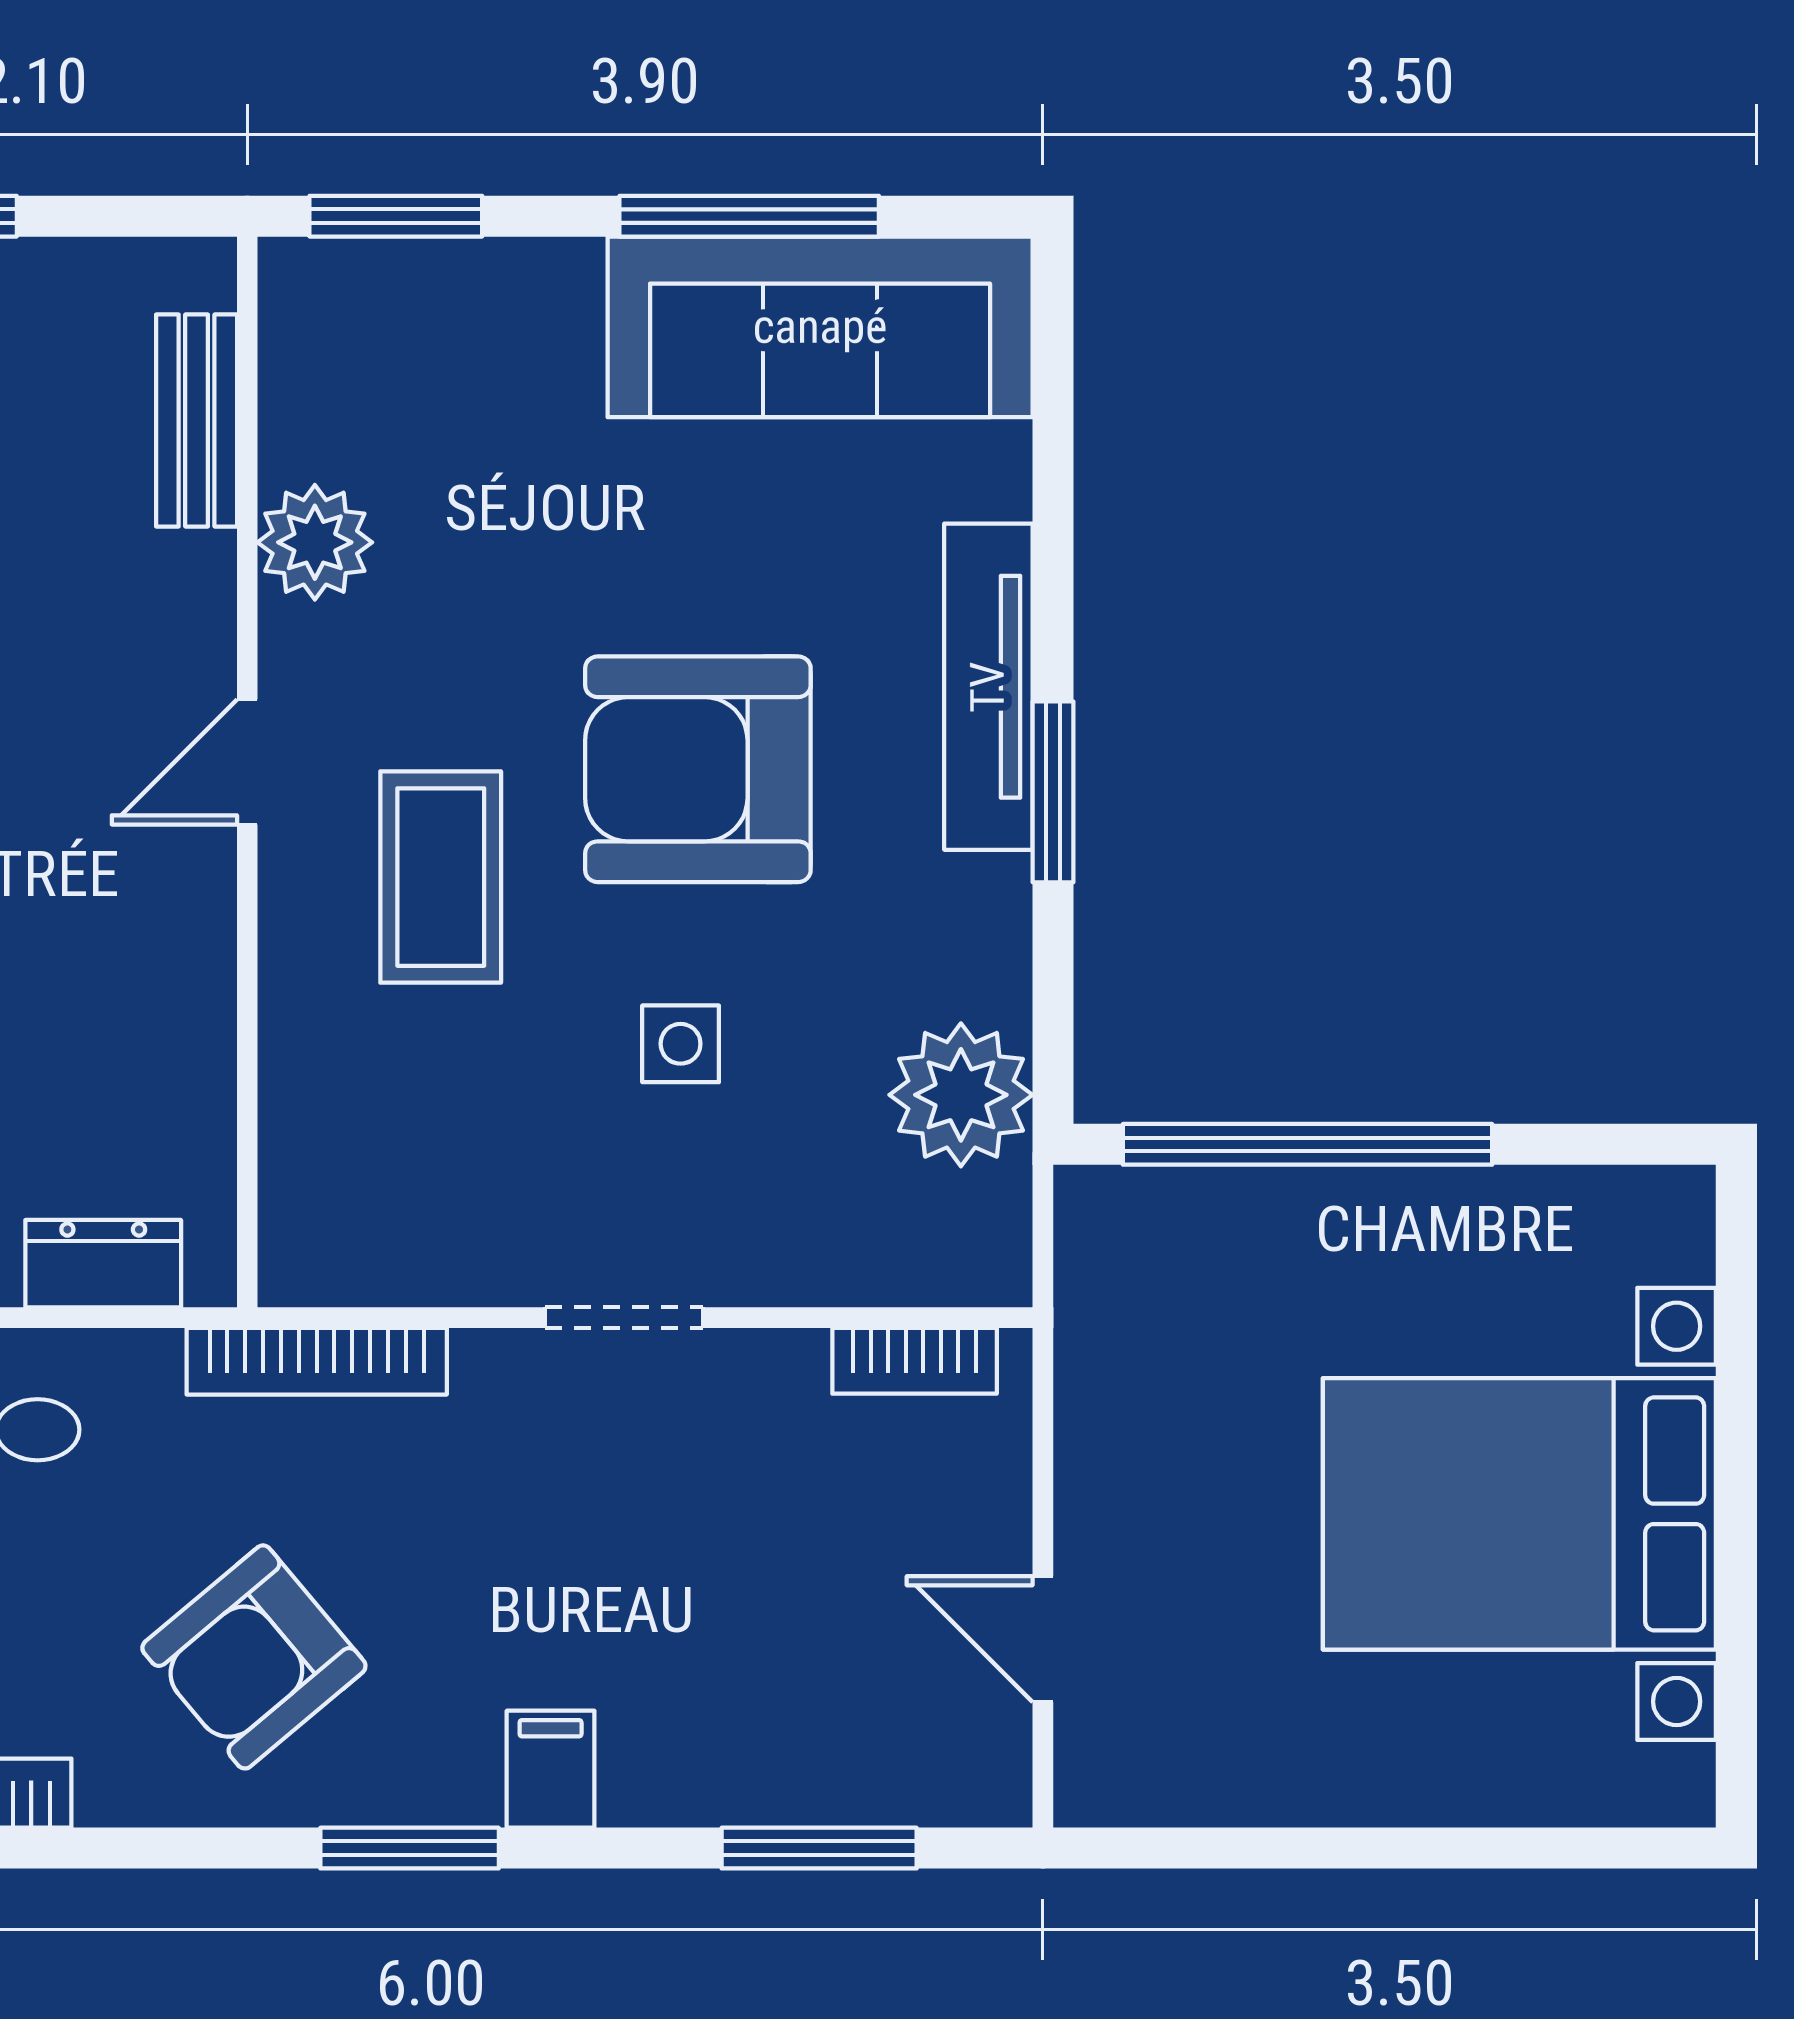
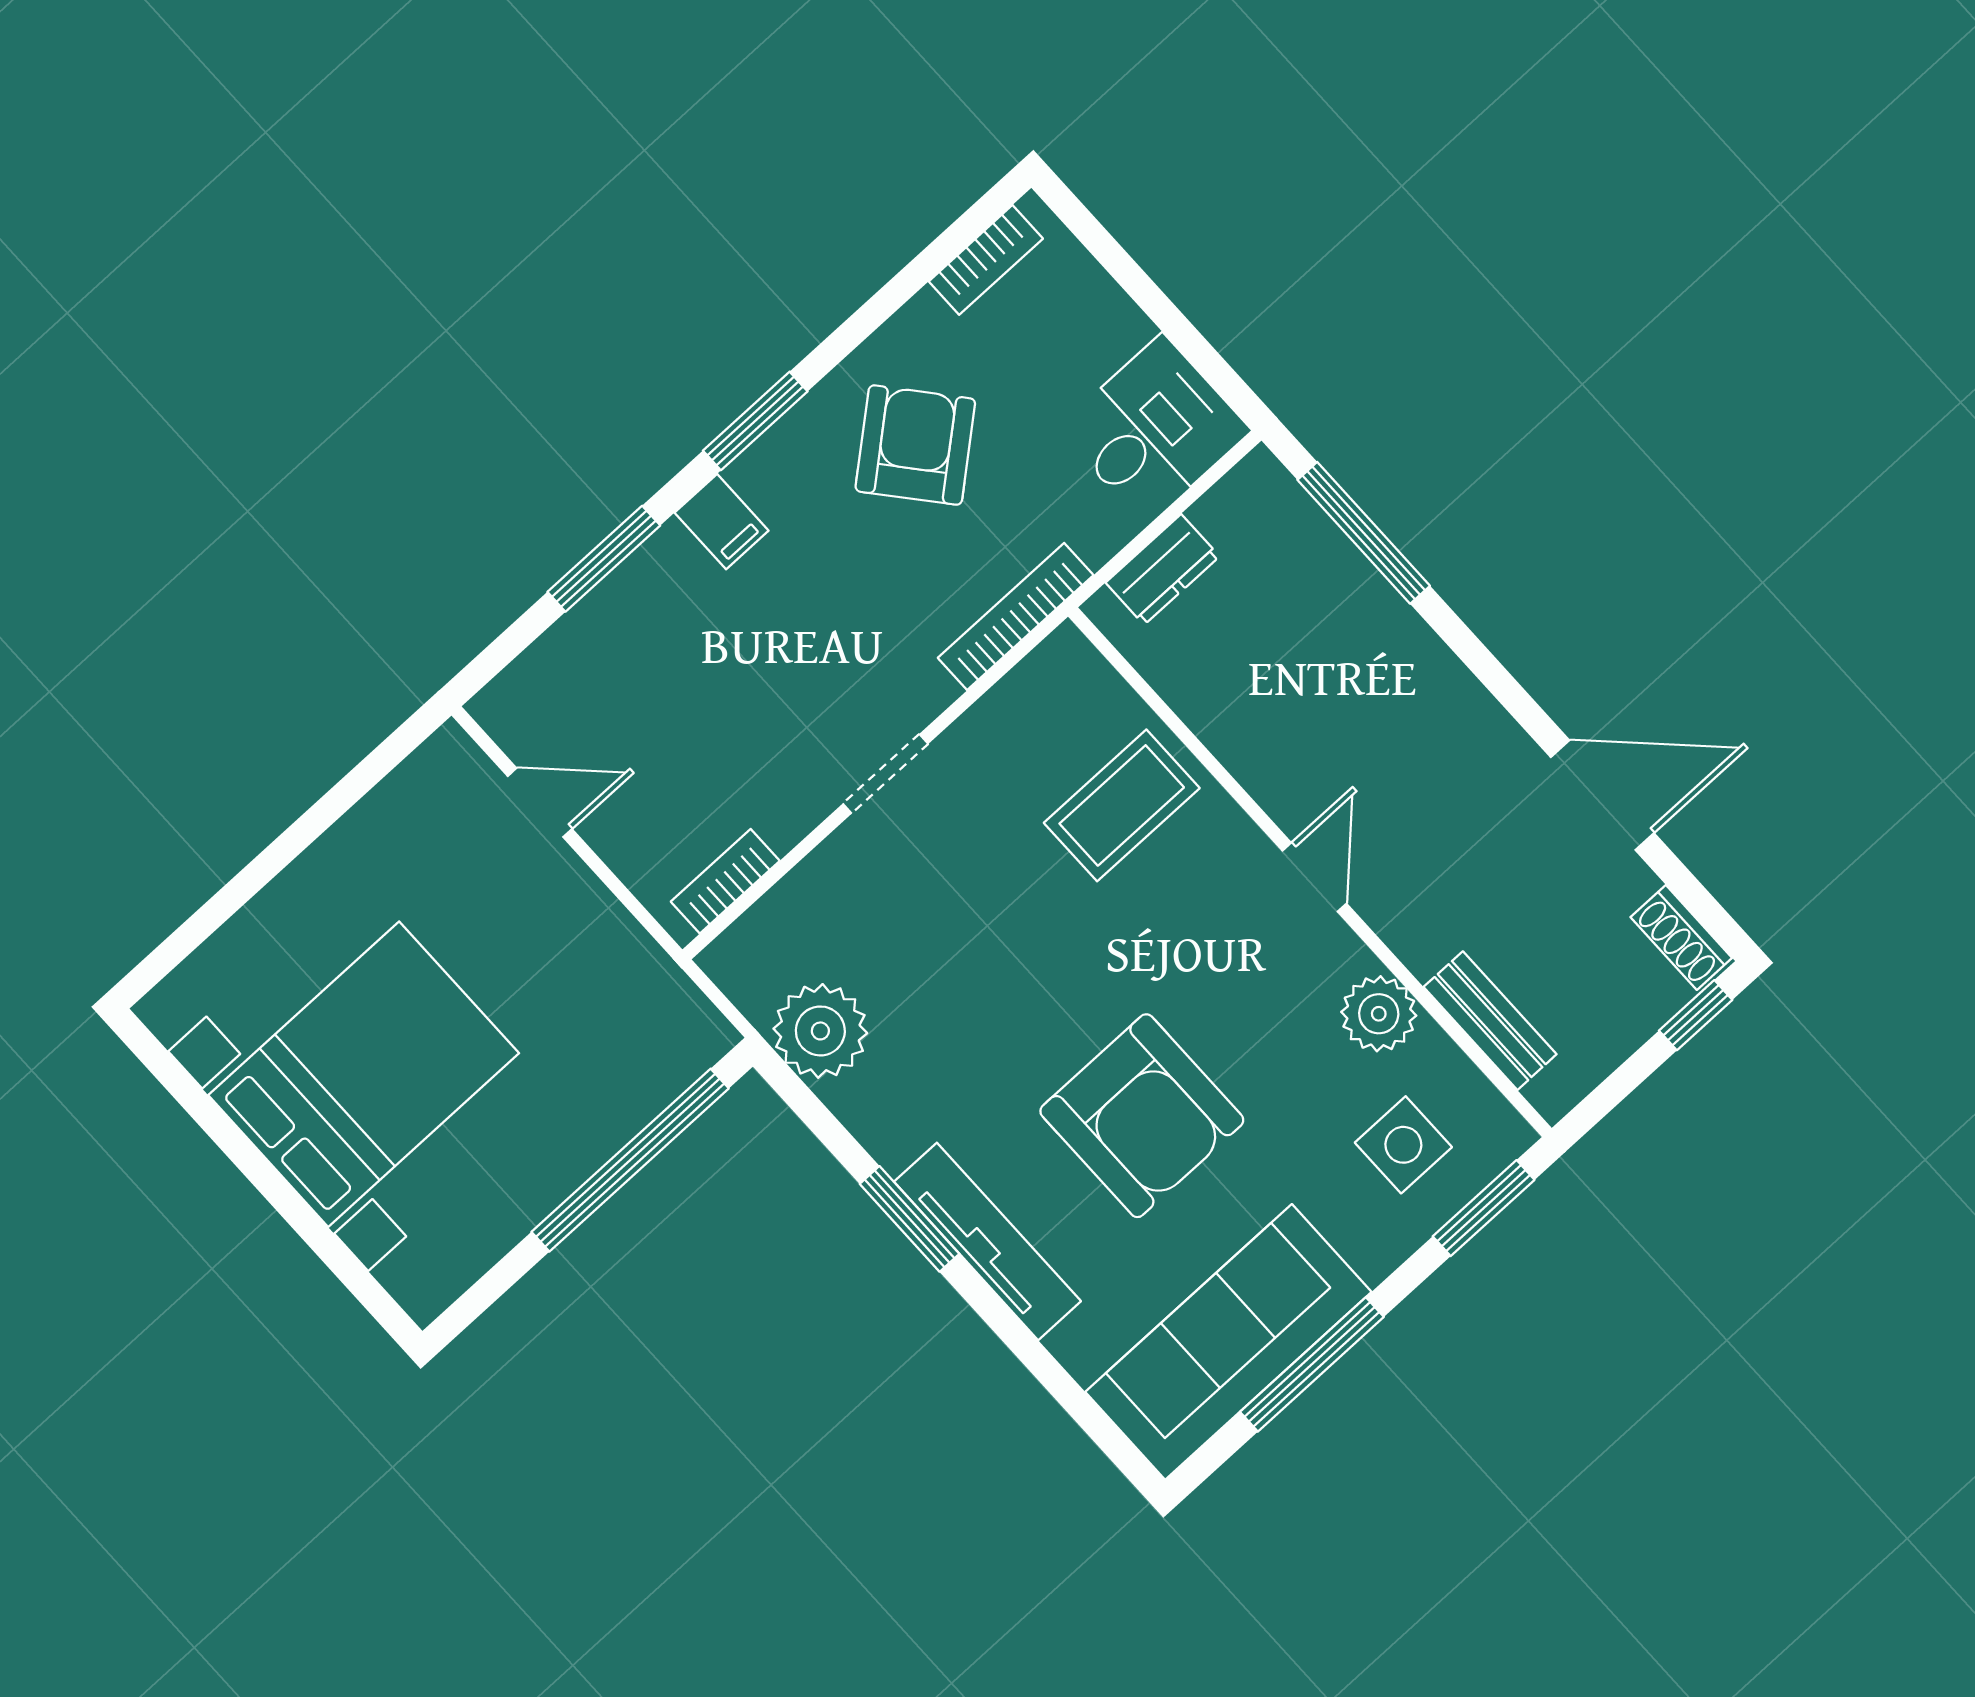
armchair: (698, 769) -> (1142, 1116), moved, turned 90
coffee table: (441, 877) -> (1122, 805), moved, turned 90
side table: (681, 1044) -> (1403, 1145), moved, width x1.37, depth x1.37
window: (819, 1848) -> (604, 559), moved

